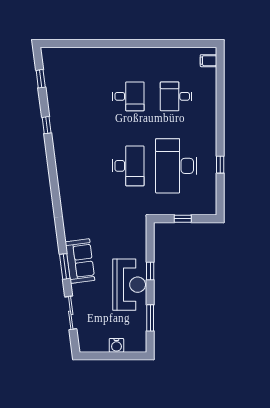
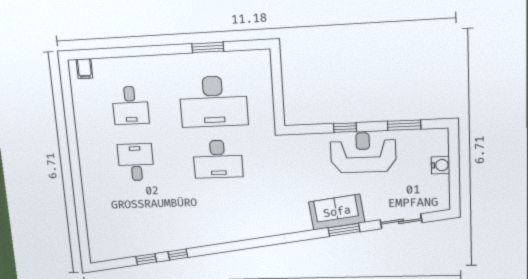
window: (41, 79) -> (146, 259), moved
window: (220, 165) -> (208, 47), width x1.50
desk: (128, 166) -> (218, 159), turned 180
window: (183, 219) -> (278, 91), removed

